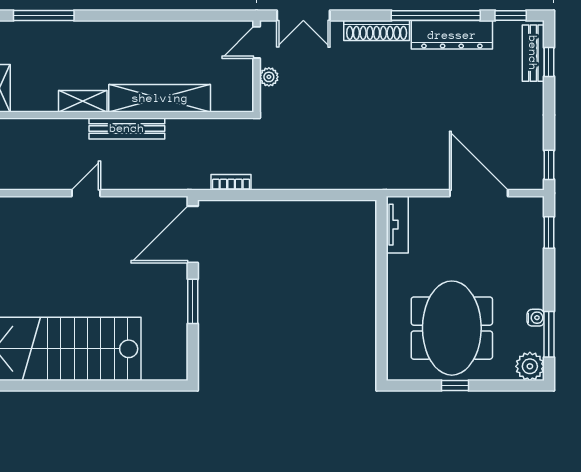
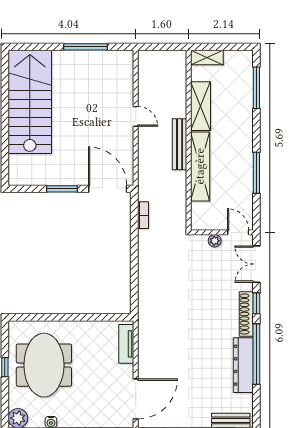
window: (169, 15) -> (256, 173), added
window: (511, 15) -> (256, 303), moved
shelving: (83, 101) -> (201, 106), width x1.50, depth x1.33
door: (479, 193) -> (136, 399), moved
tv unit: (397, 225) -> (126, 344), moved, turned 90
meeting table: (452, 328) -> (44, 365), turned 90

